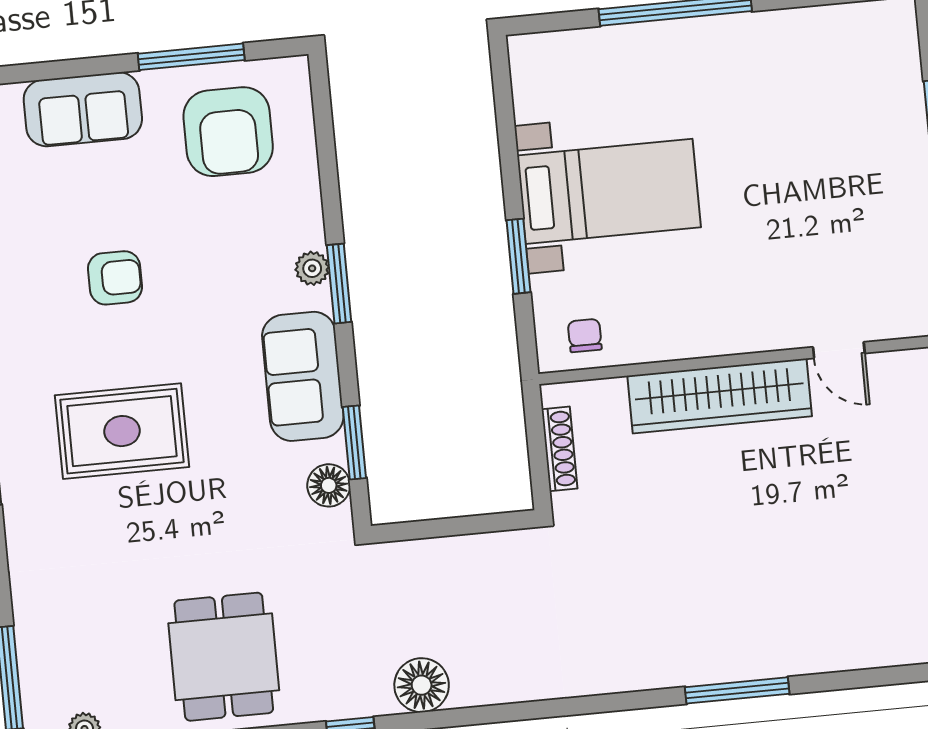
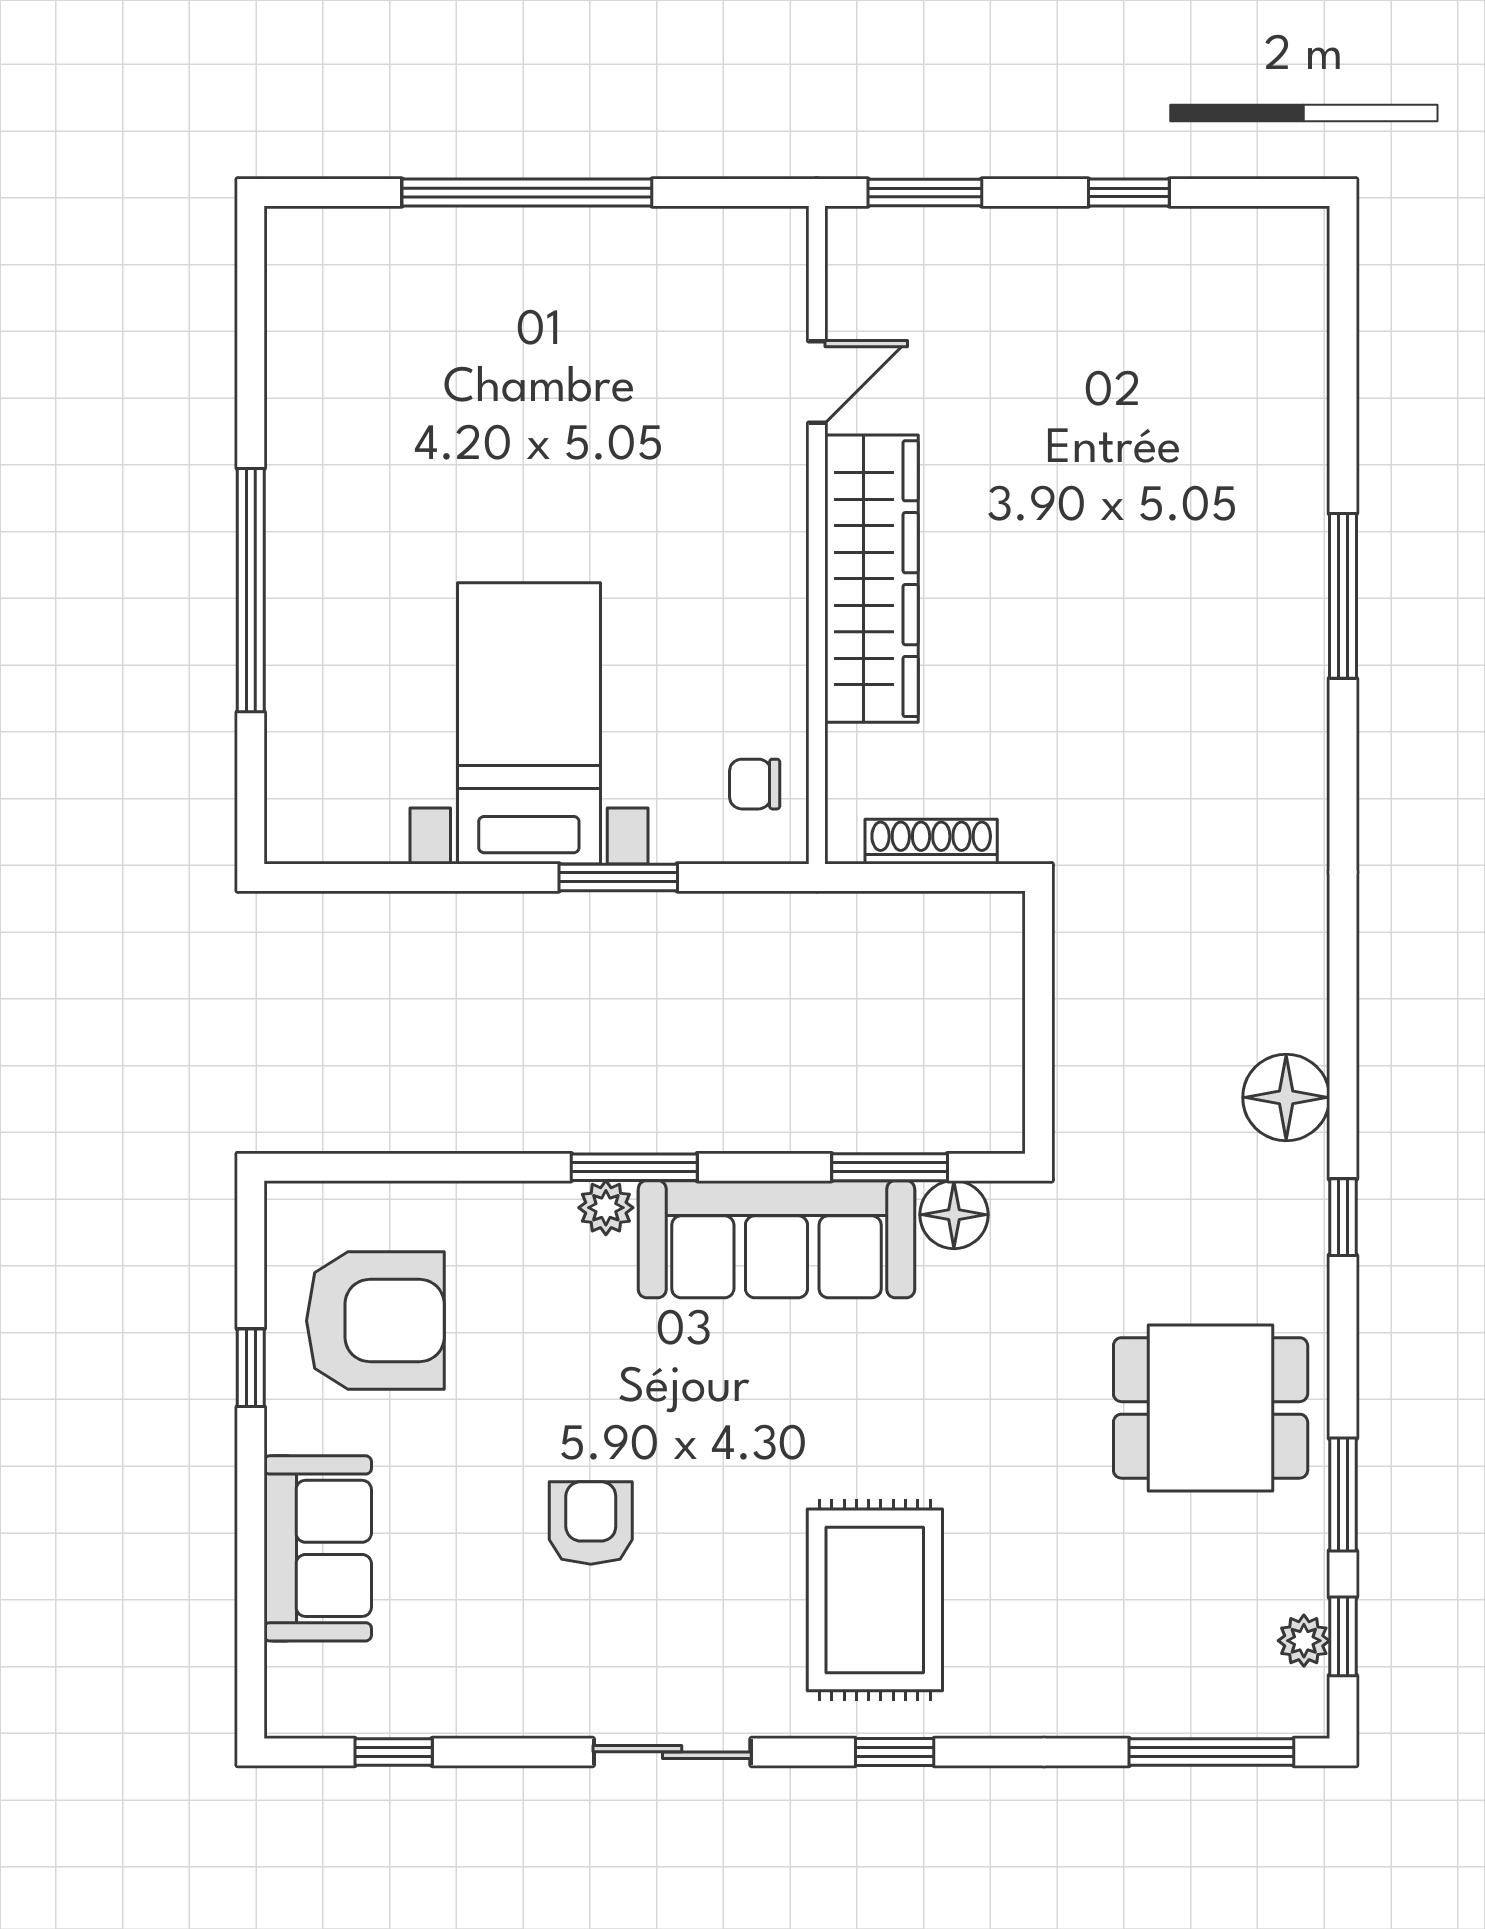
window: (191, 57) -> (251, 1368), width x0.46
sofa: (303, 376) -> (776, 1239), width x1.36
rug: (122, 431) -> (875, 1600), moved

